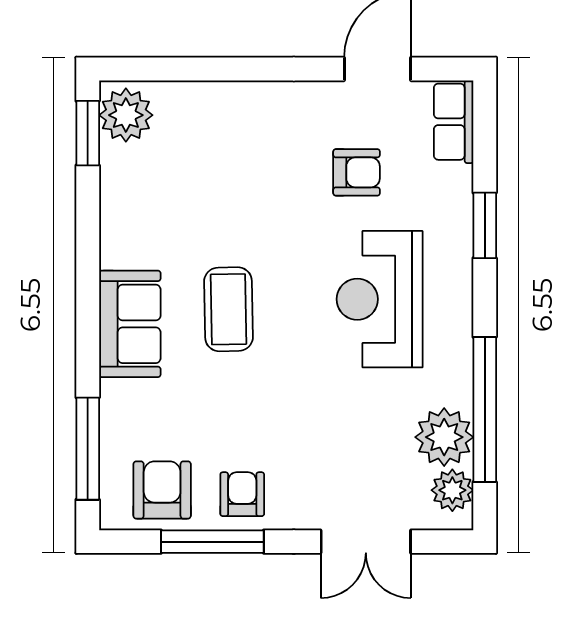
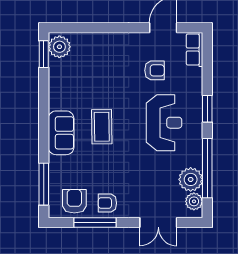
window: (485, 225) -> (207, 109), moved
reception desk: (380, 299) -> (164, 123), turned 180
armchair: (242, 494) -> (107, 203), turned -90

